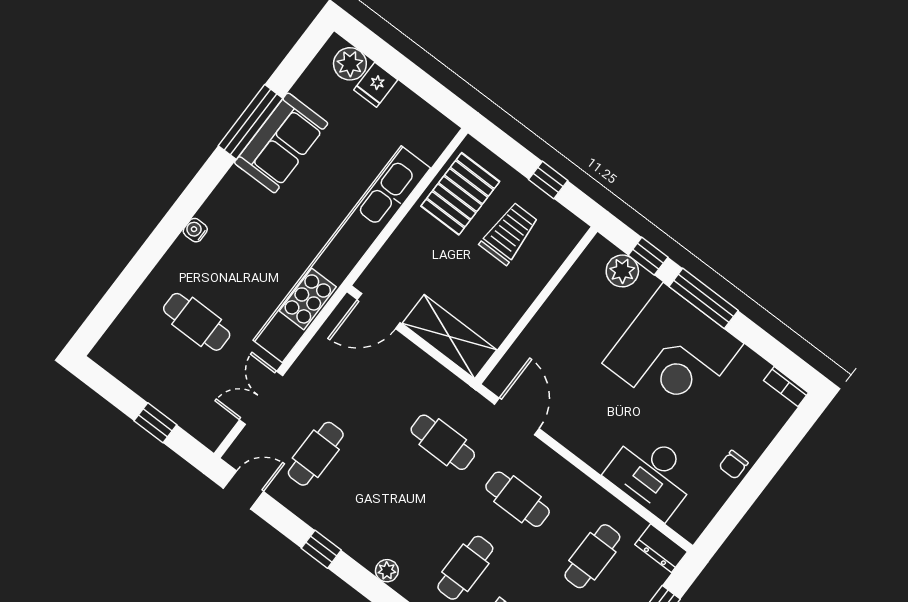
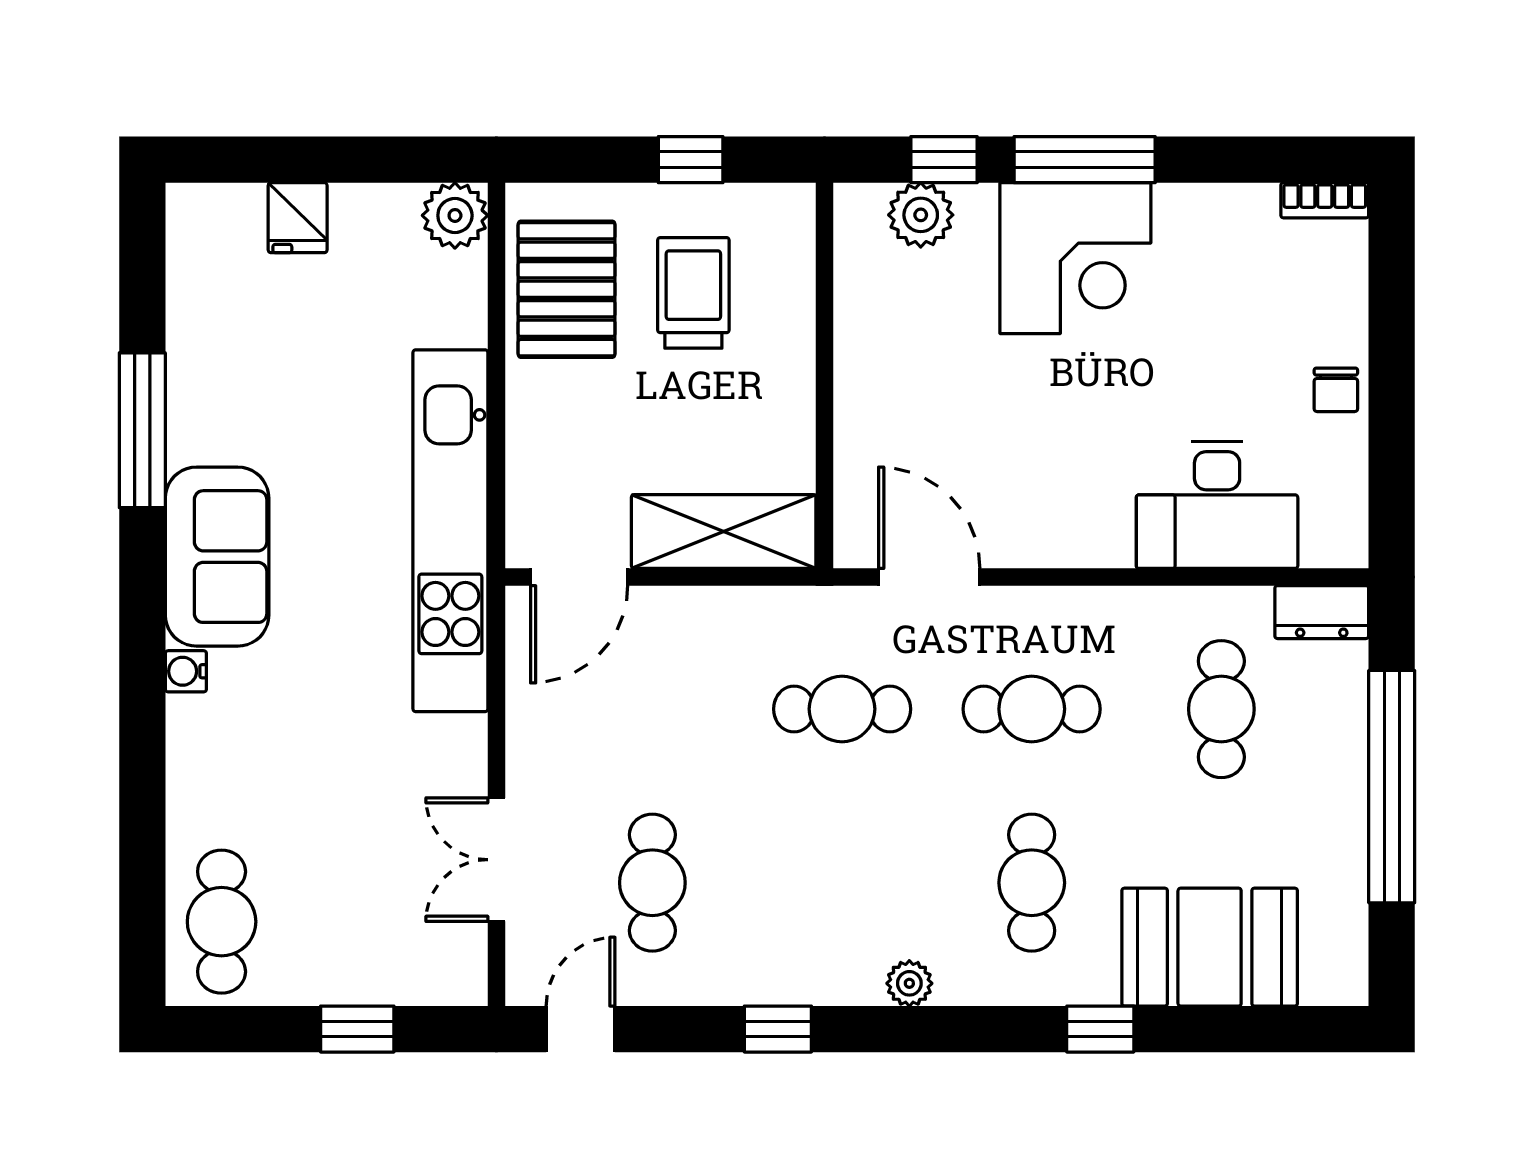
plant: (350, 64) -> (455, 215), moved
sofa: (281, 143) -> (217, 557), moved
kitchen unit: (342, 254) -> (450, 531), width x0.73
cafe table: (197, 322) -> (222, 922), moved, turned 90
corner desk: (673, 353) -> (1075, 258), width x0.74, depth x0.74

